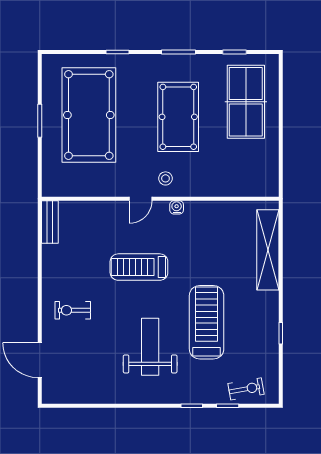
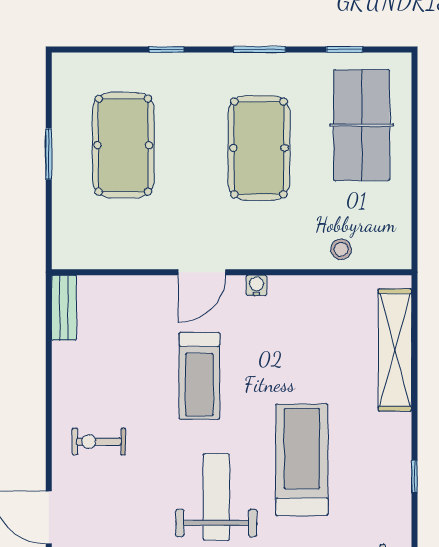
pool table: (89, 115) -> (123, 145), width x0.73, depth x0.76
stool: (165, 178) -> (341, 249), moved
door: (141, 199) -> (202, 272), width x1.38
treadmill: (139, 267) -> (199, 376), turned -90

